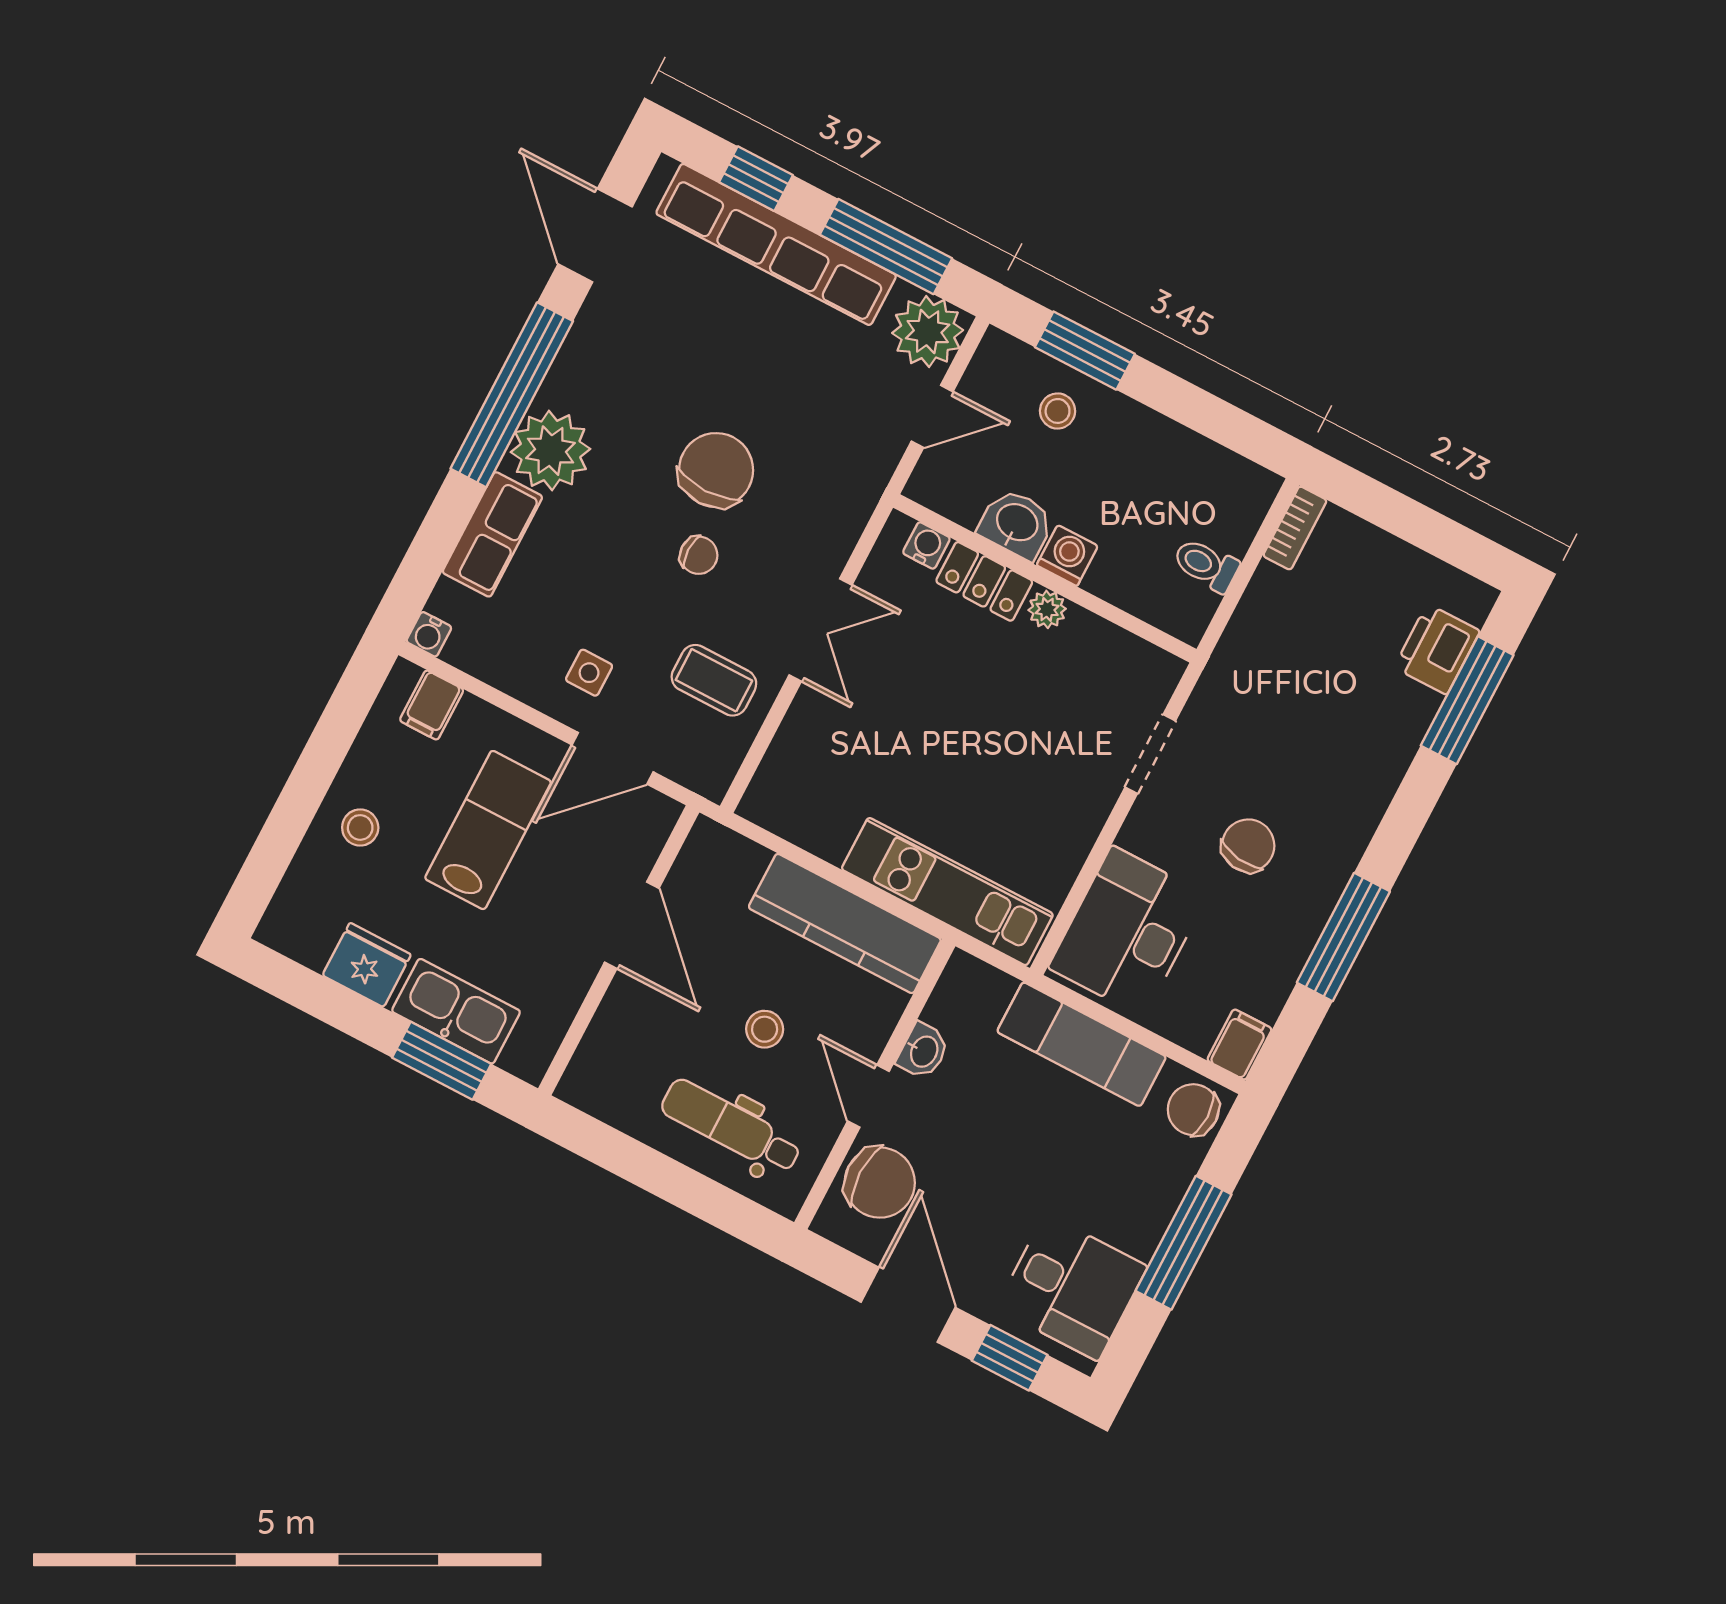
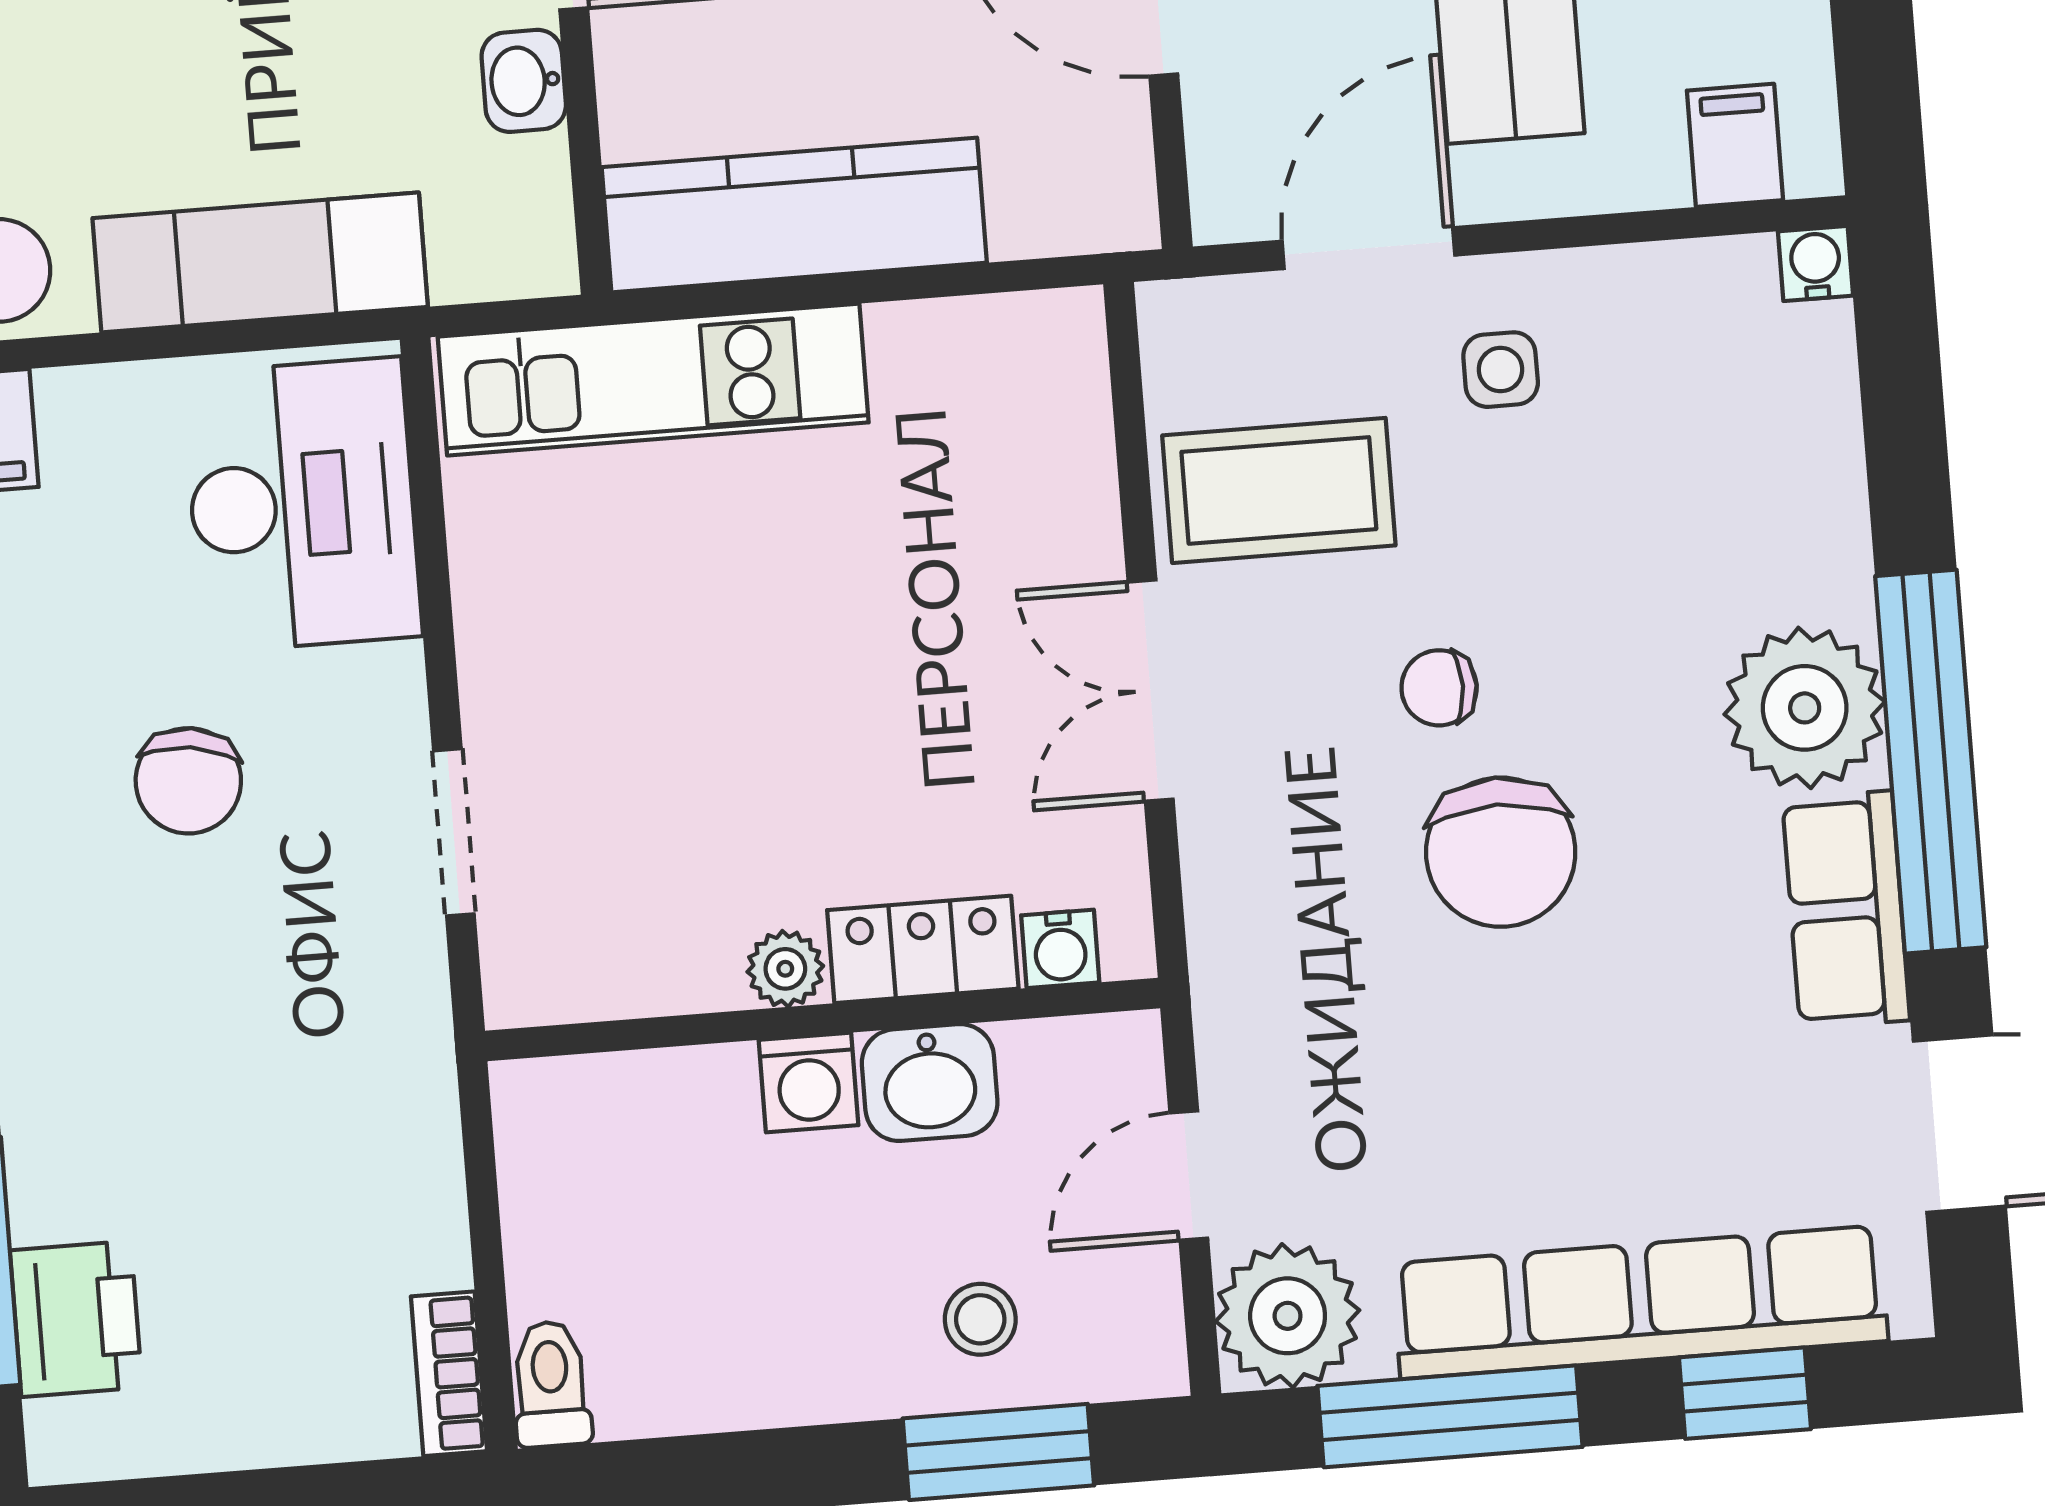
row of seats: (492, 534) -> (1846, 910), moved
toilet: (1206, 565) -> (551, 1384), moved, turned -90
coffee table: (714, 680) -> (1279, 490), width x1.36, depth x1.30

